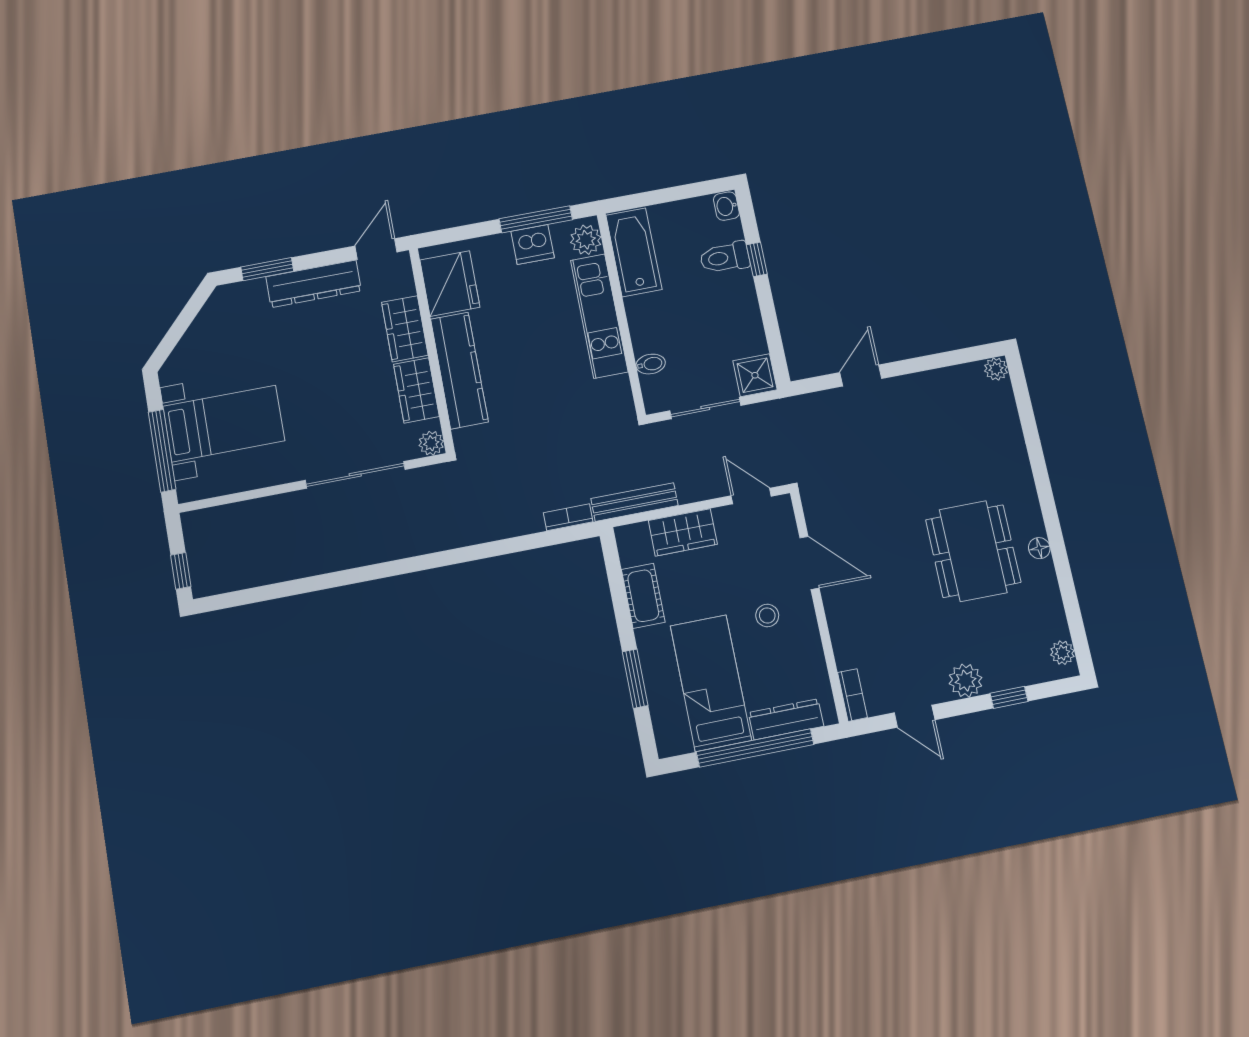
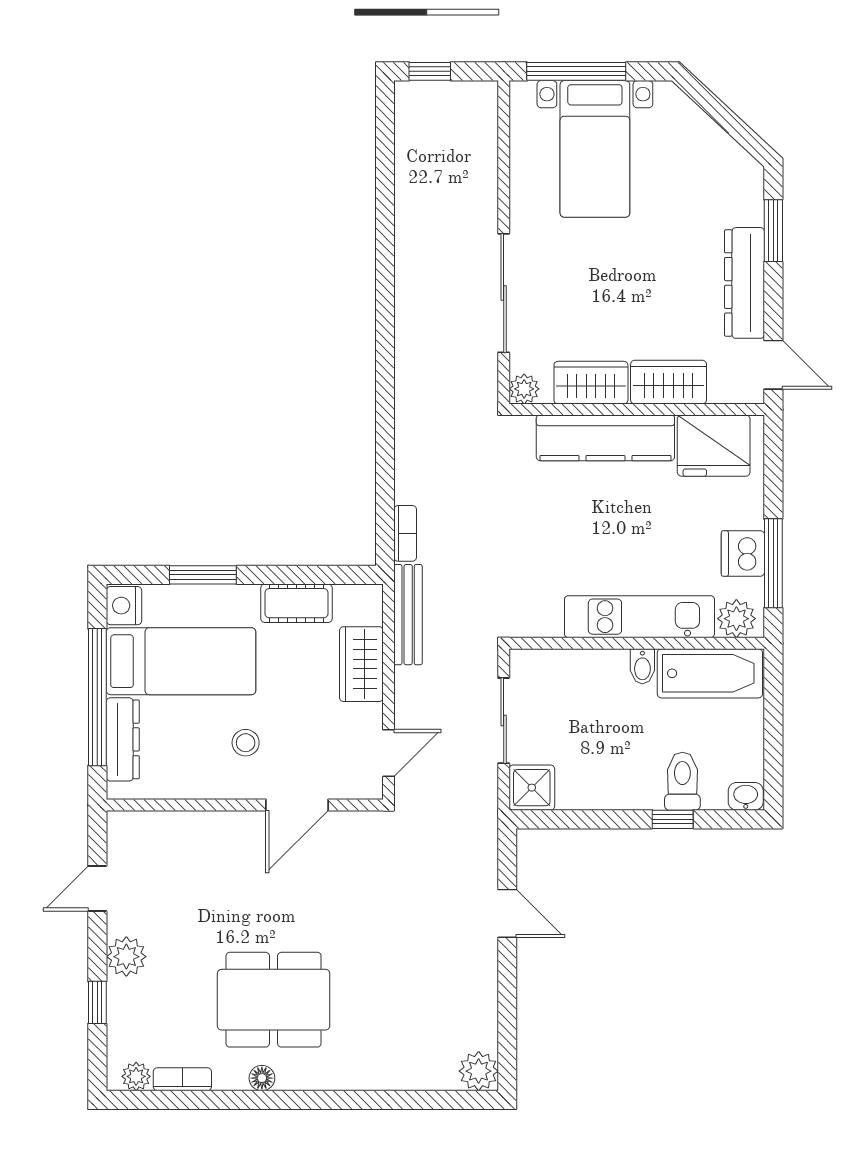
bidet: (651, 364) -> (642, 666), moved
plant: (996, 369) -> (479, 1071), width x1.38, depth x1.38
bookcase: (852, 695) -> (182, 1079), moved, turned 180
nightstand: (674, 741) -> (124, 606), added

